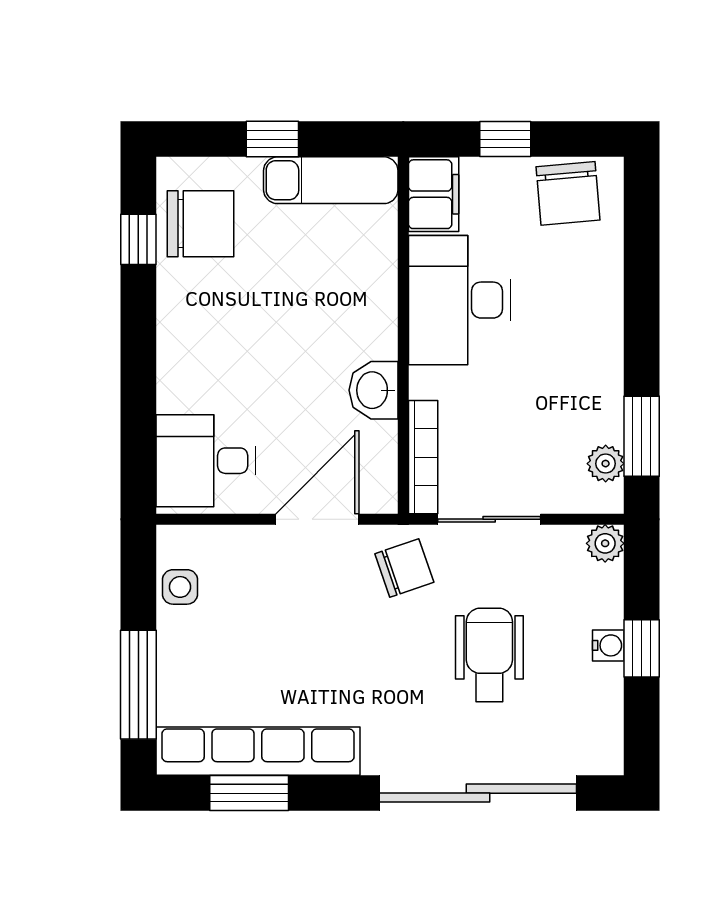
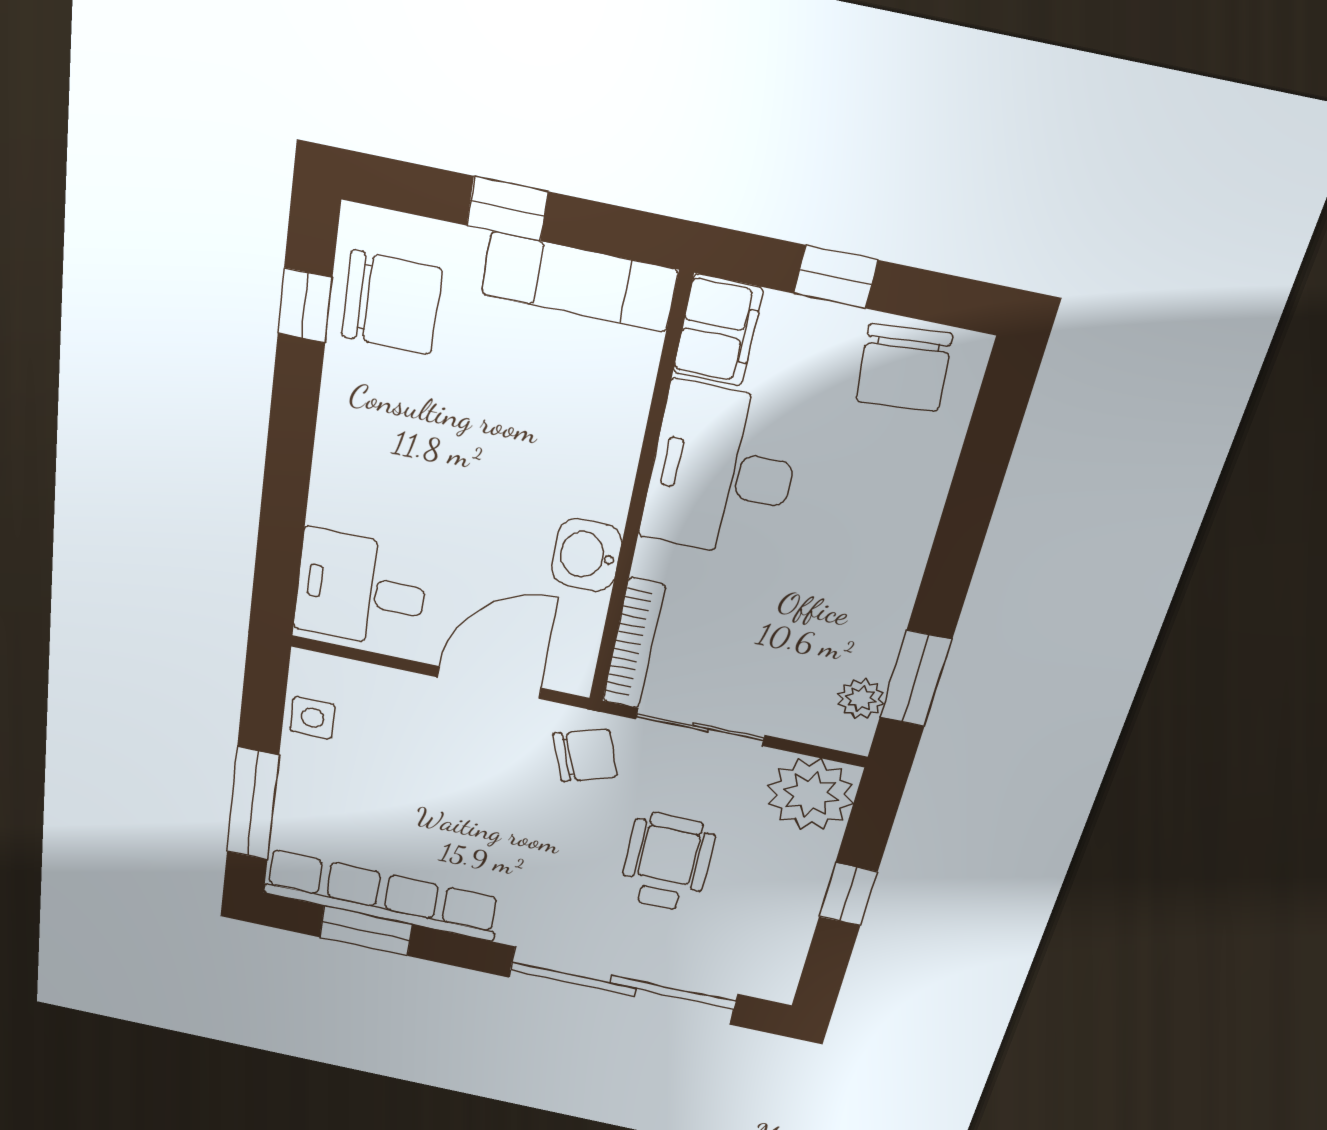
plant: (605, 543) -> (811, 794), width x1.87, depth x1.87
water cooler: (608, 645) -> (810, 883), removed

